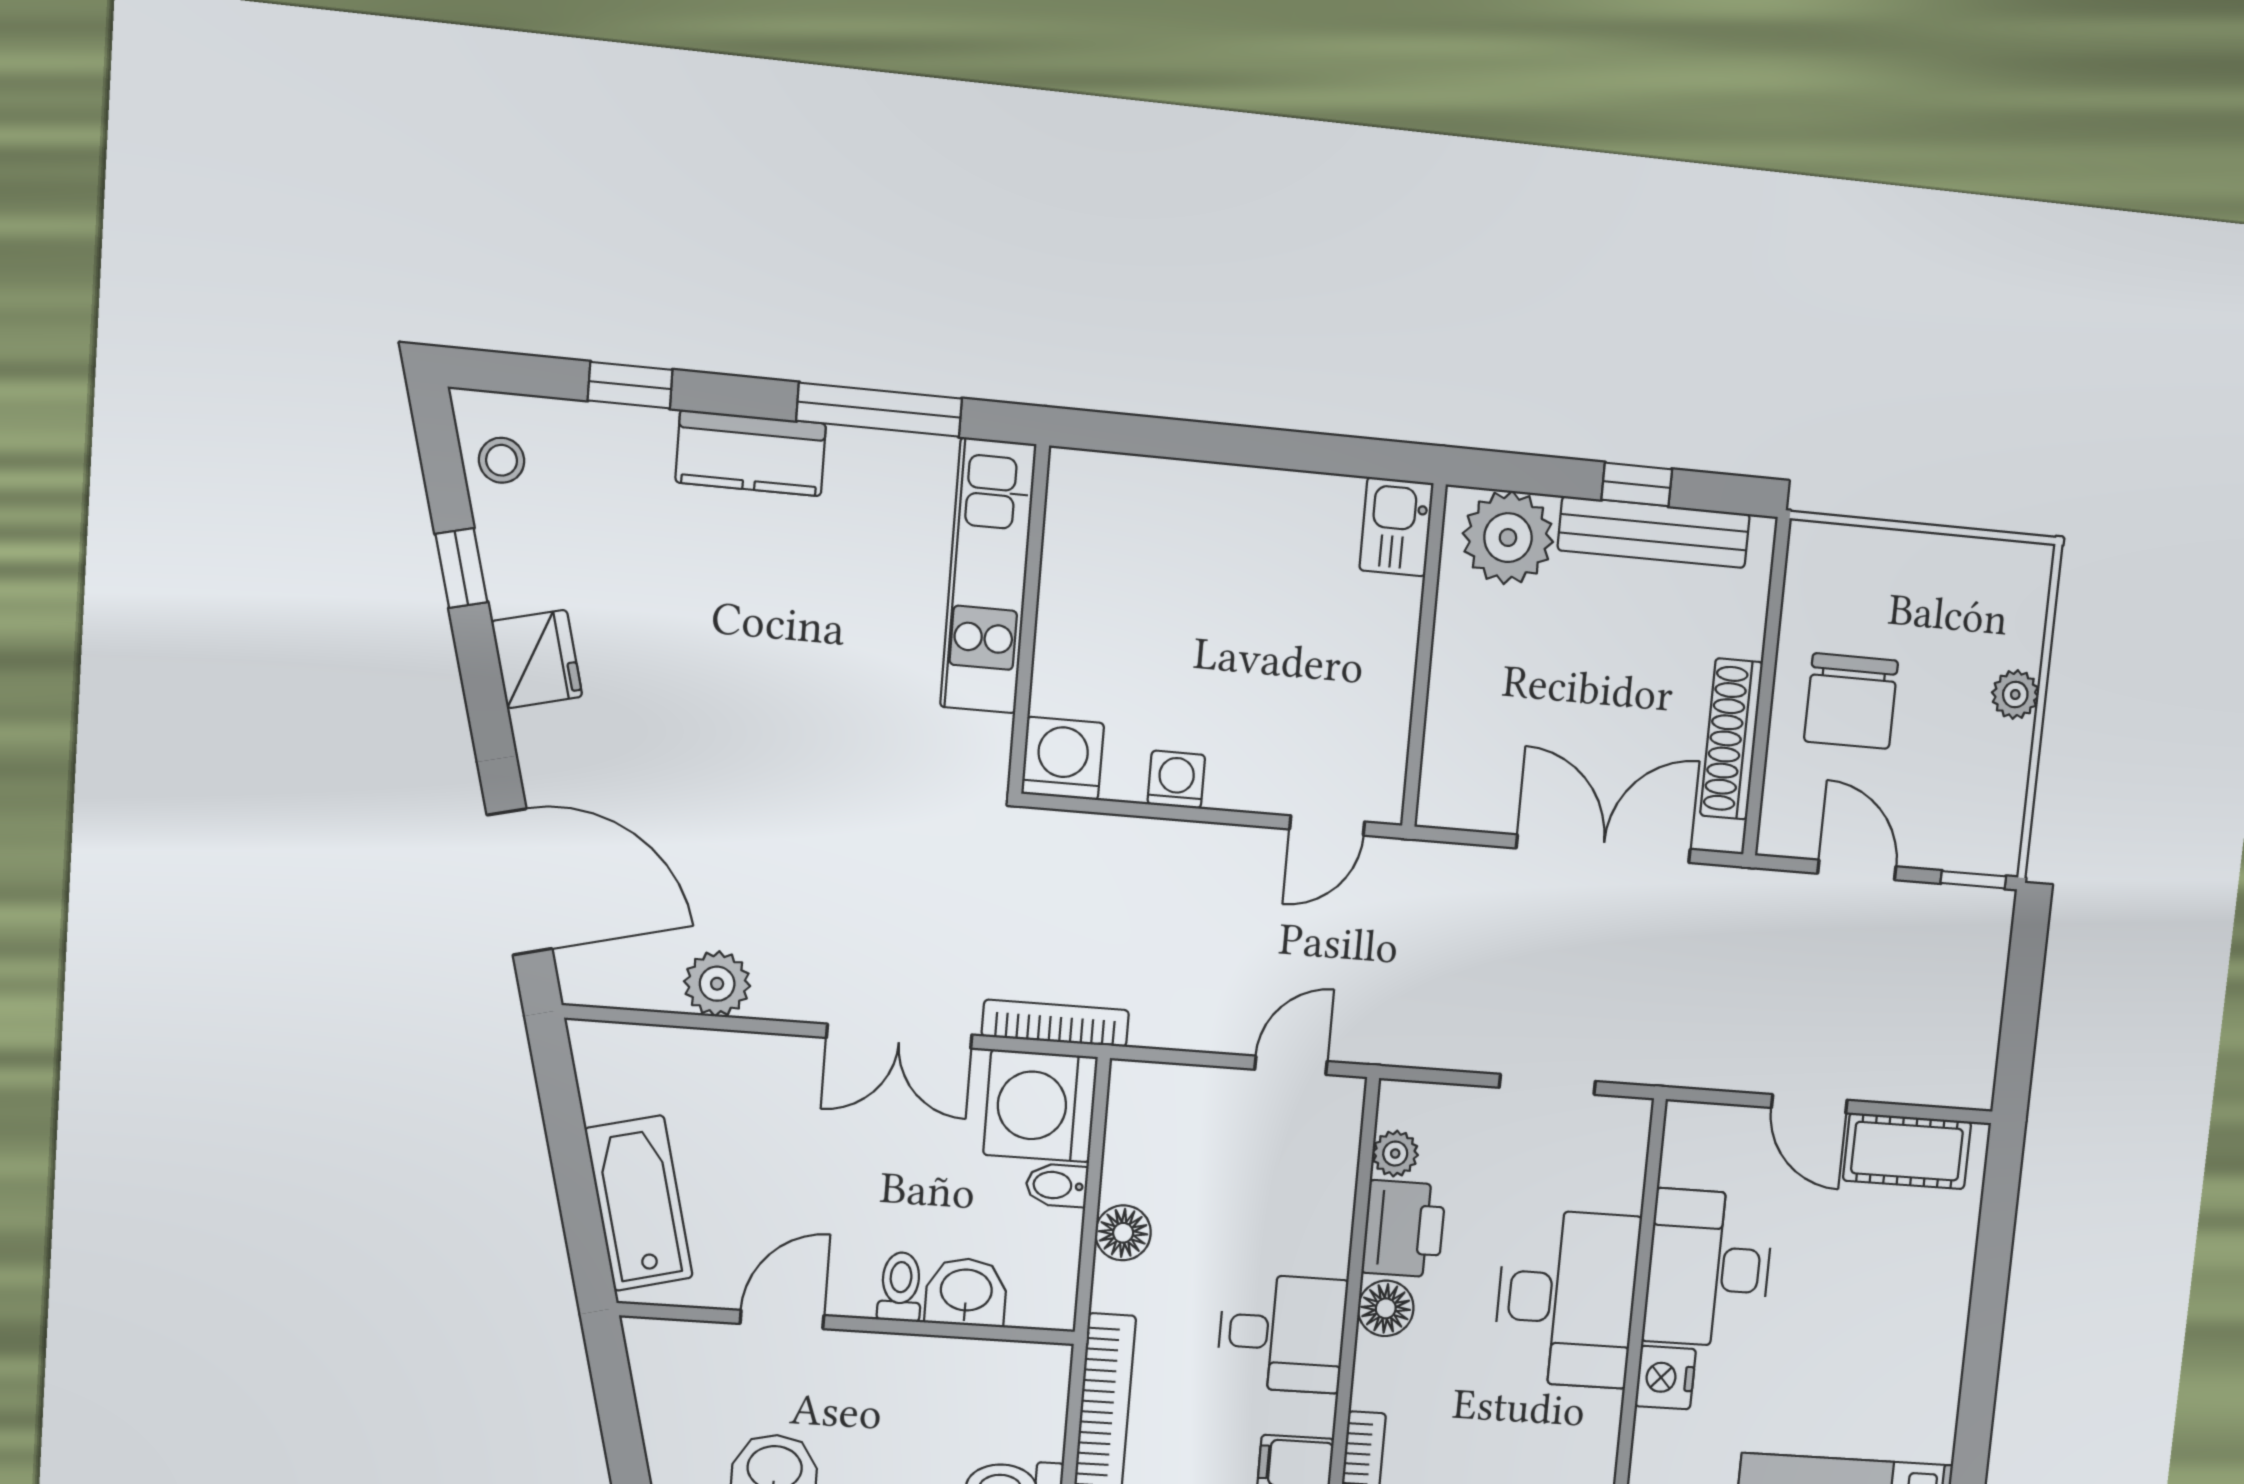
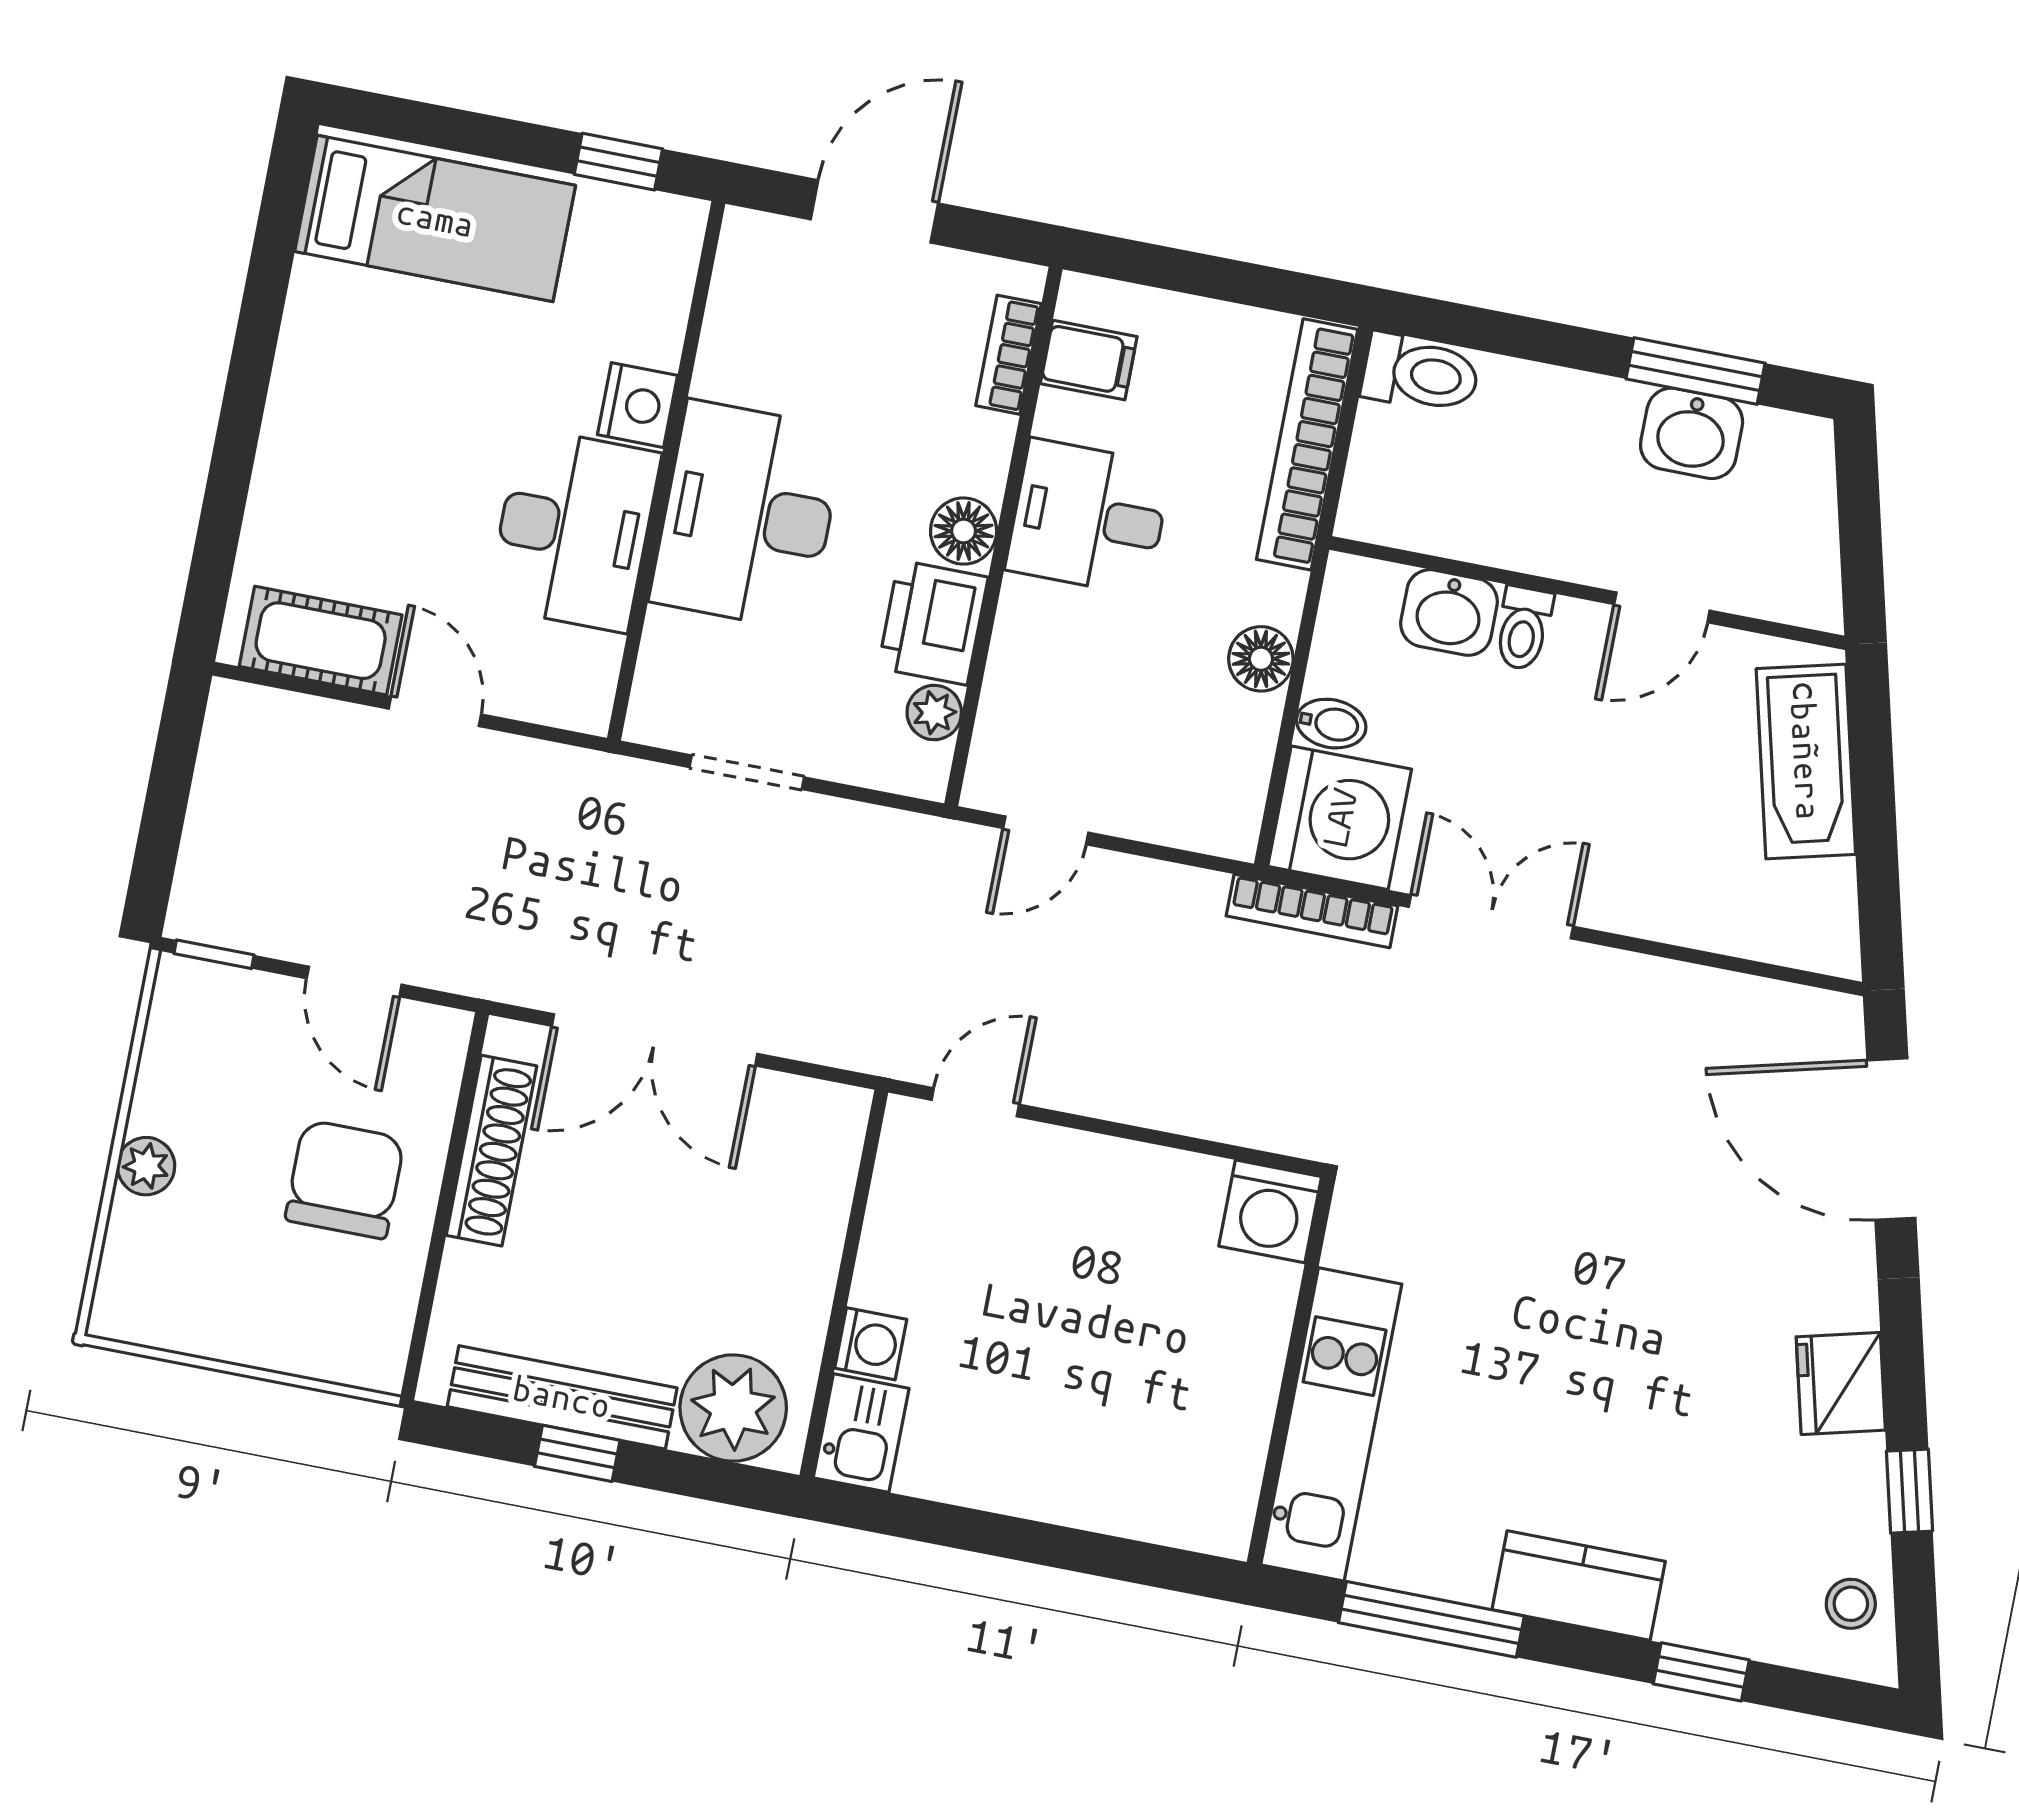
washing machine: (1176, 780) -> (871, 1344), moved, turned -90
plant: (717, 984) -> (1688, 1000), removed

